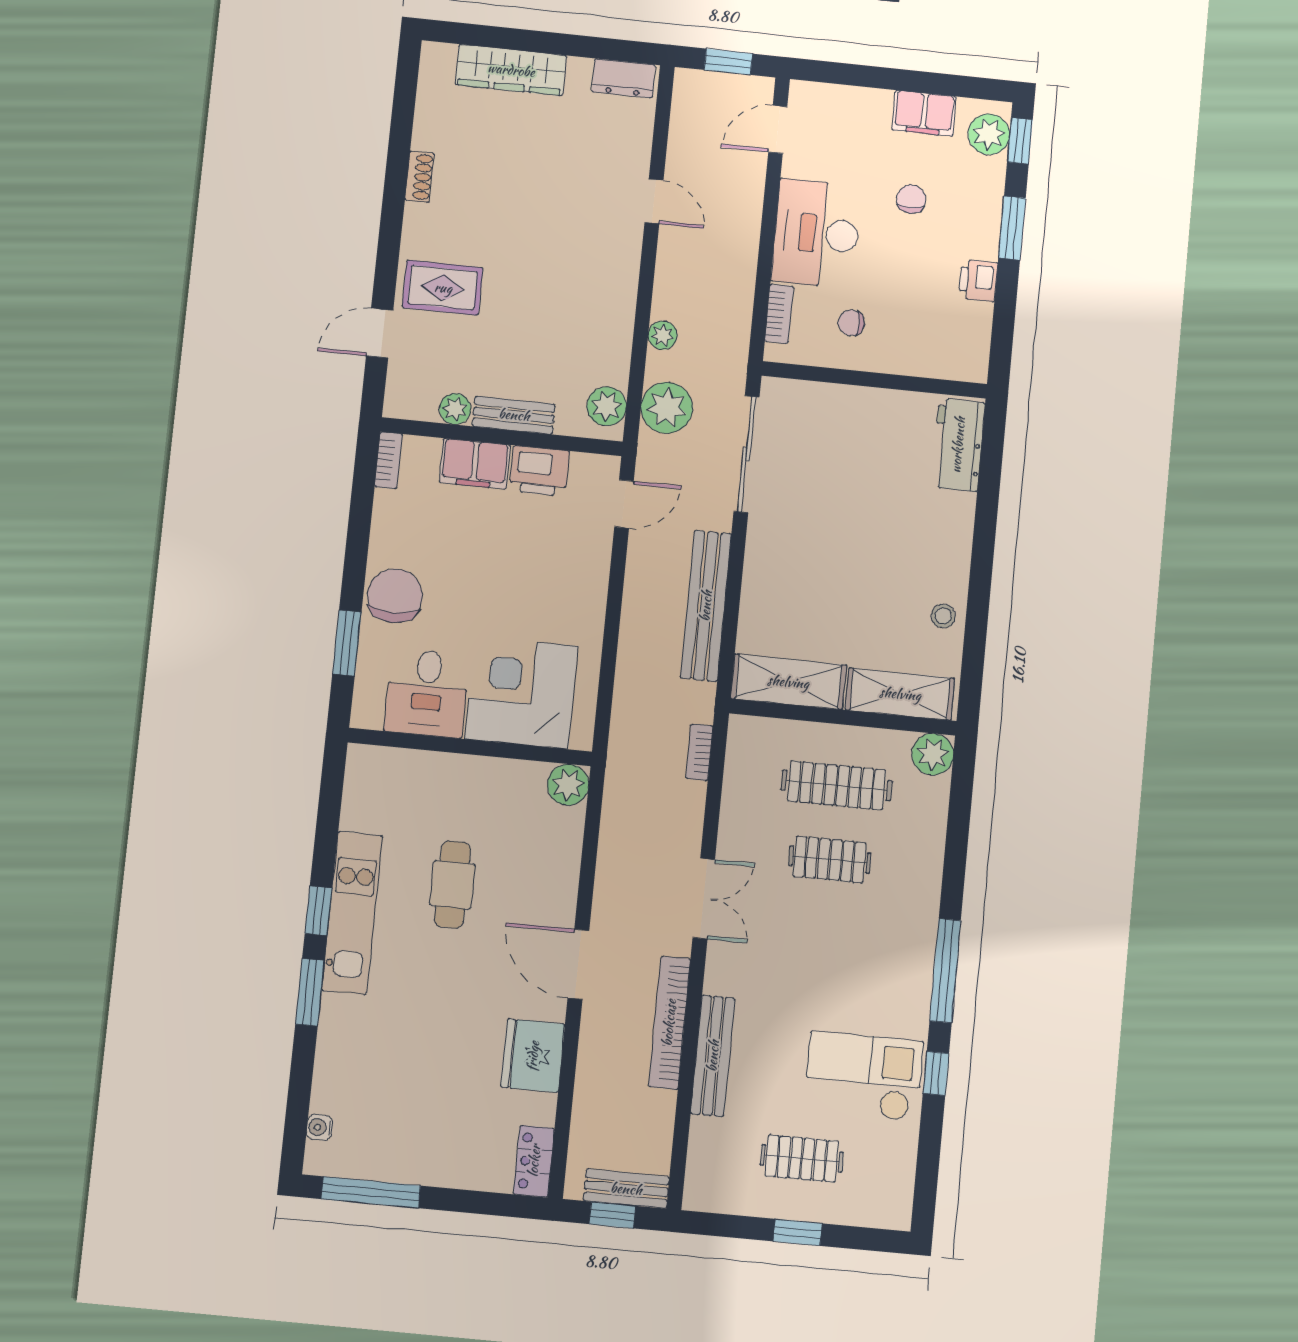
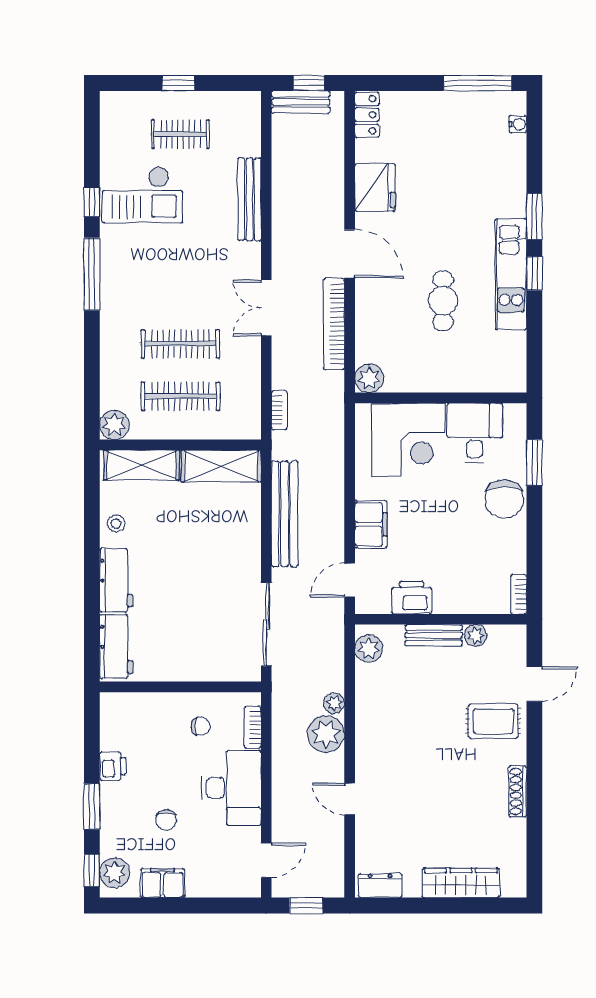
shoe rack: (420, 177) -> (518, 791), width x1.43
plant: (667, 408) -> (326, 734), moved
filing cabinet: (475, 464) -> (371, 524), moved, turned 90
workbench: (950, 537) -> (116, 580), added
clothes rail: (830, 860) -> (180, 344), width x1.36
bookcase: (669, 1023) -> (334, 324), moved, turned 180

